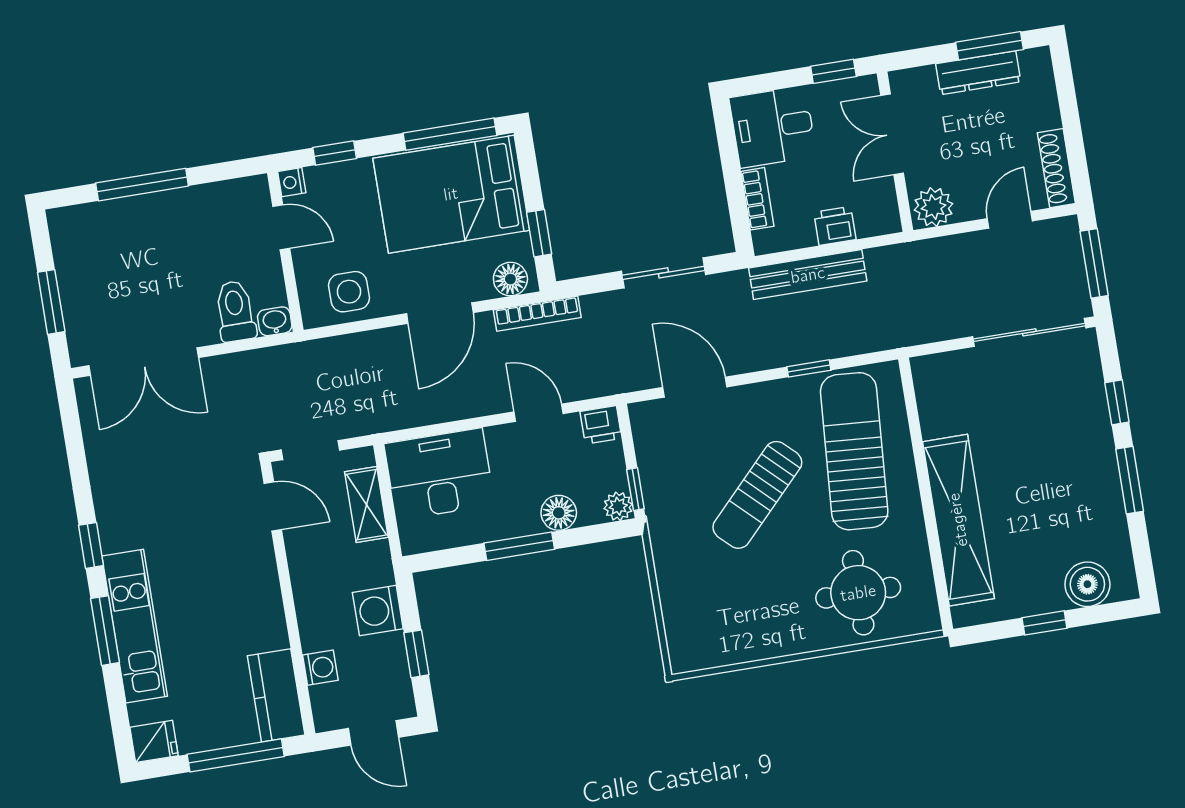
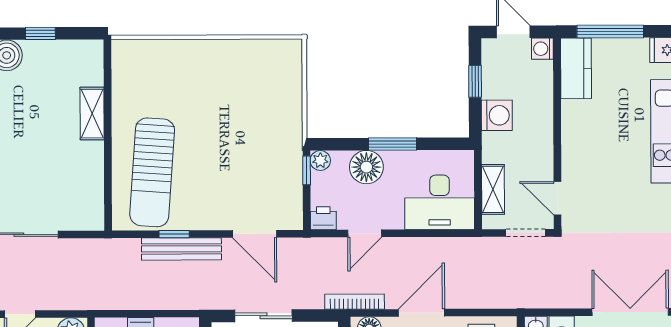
bench: (808, 275) -> (181, 249), moved
door: (539, 413) -> (365, 233), hinge flipped
sun lounger: (757, 495) -> (223, 153), removed
floor lamp: (559, 513) -> (366, 167), width x1.38, depth x1.38
shelving: (958, 520) -> (92, 114), width x0.45, depth x0.75
round table: (858, 593) -> (165, 75), removed
washing machine: (320, 668) -> (542, 49), moved

